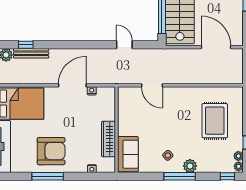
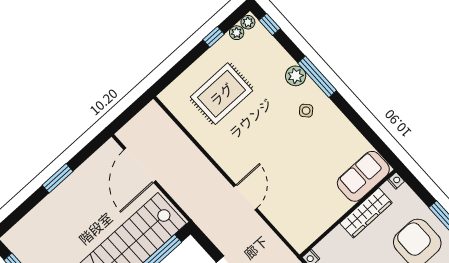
wall: (117, 130) -> (348, 213), moved
wardrobe: (108, 139) -> (366, 213), moved
sofa: (128, 154) -> (363, 176), moved

